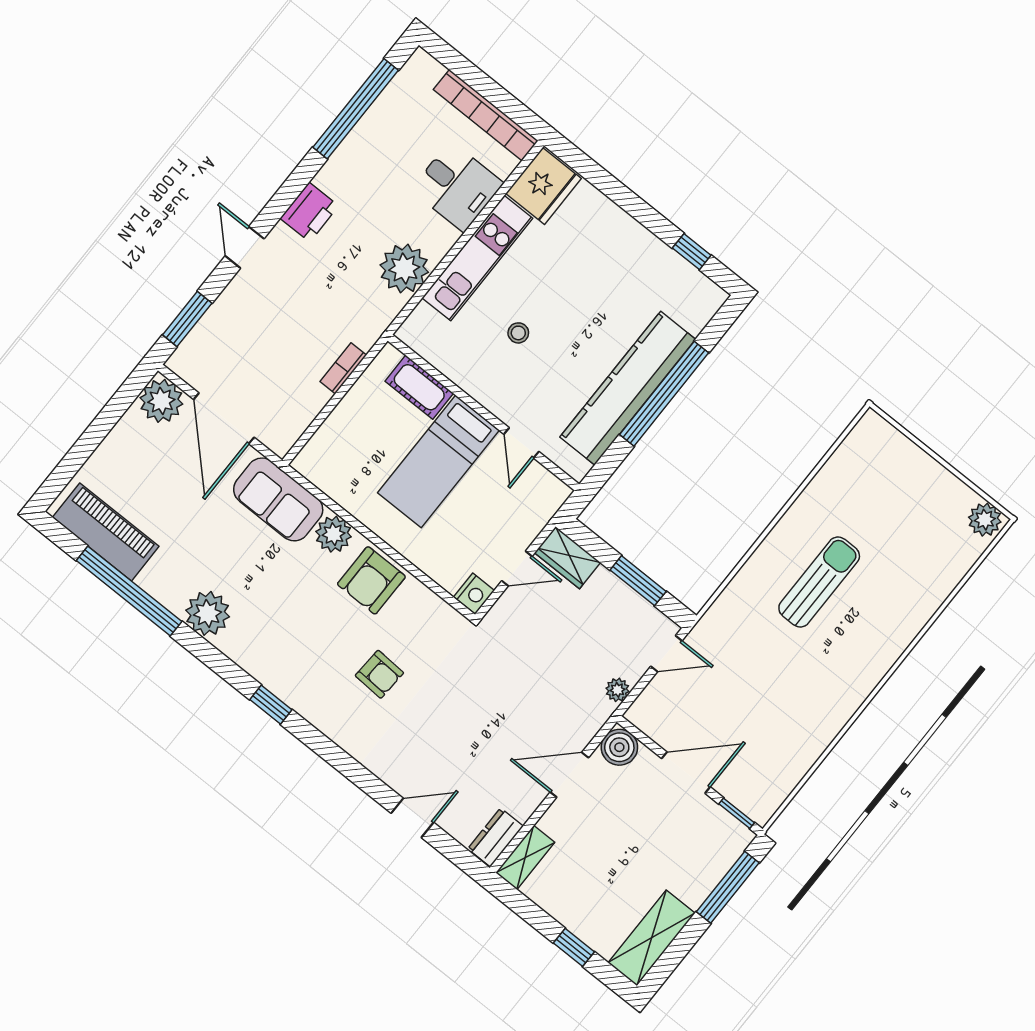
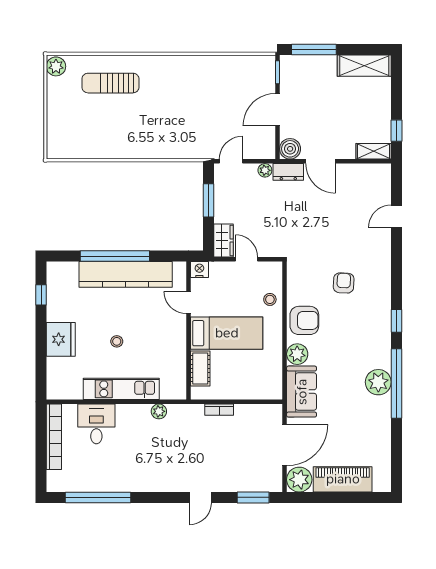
fridge: (544, 186) -> (61, 339), moved, turned 90
printer: (309, 212) -> (161, 481), removed
plant: (404, 269) -> (159, 411), width x0.53, depth x0.53
stool: (518, 333) -> (117, 341), moved
door: (521, 443) -> (188, 302), swing flipped
piano: (106, 532) -> (343, 479), moved, turned 90
stool: (437, 557) -> (270, 299), added
sun lounger: (819, 582) -> (110, 83), moved
window: (129, 591) -> (396, 384), moved
nightstand: (474, 594) -> (199, 270), moved
door: (666, 654) -> (231, 161), hinge flipped
door: (686, 773) -> (277, 110), hinge flipped
door: (412, 818) -> (396, 216), hinge flipped
dresser: (496, 837) -> (288, 172), moved
window: (574, 947) -> (396, 131), moved

